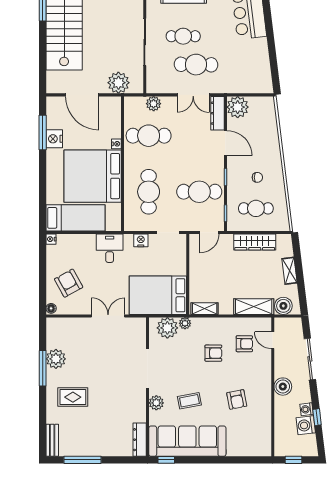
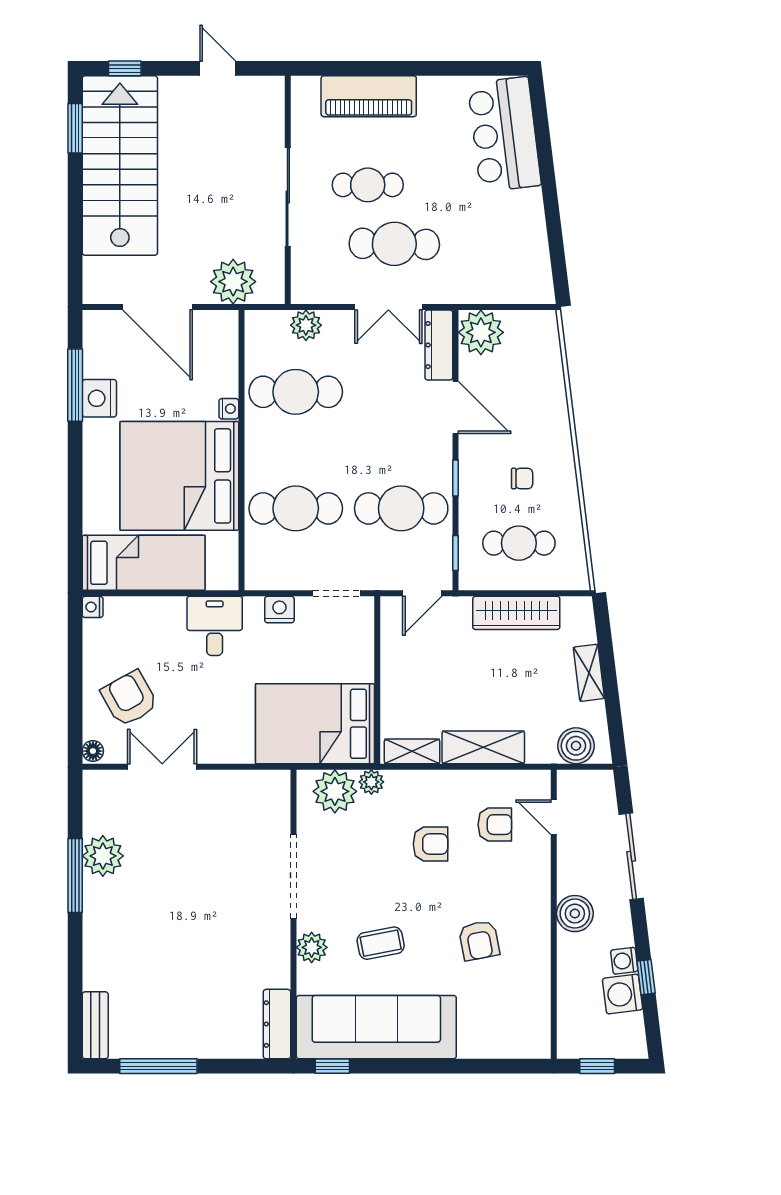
cafe table: (149, 192) -> (296, 508), turned 90
shelving: (254, 307) -> (483, 747), moved
double door: (108, 316) -> (162, 767), moved
rug: (73, 397) -> (138, 935), removed

